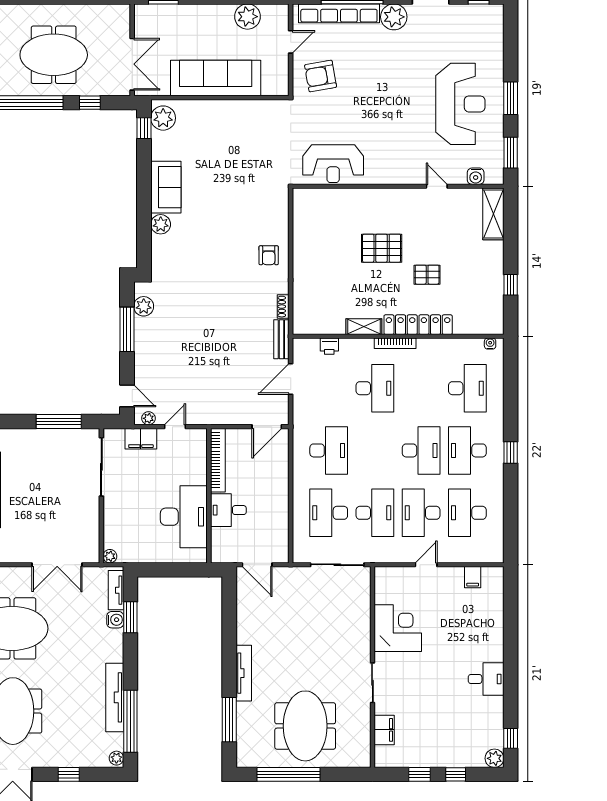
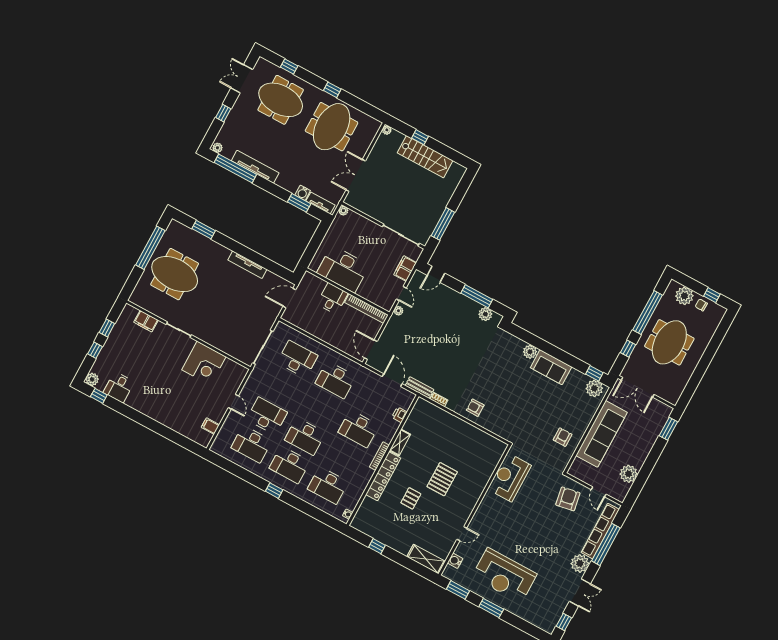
armchair: (246, 125) -> (563, 437), added
plant: (148, 418) -> (398, 311), moved
desk: (467, 450) -> (290, 465), turned 180
desk: (375, 513) -> (282, 387), removed
desk: (467, 513) -> (251, 444), turned 180
tv unit: (244, 673) -> (247, 265), moved
desk: (486, 679) -> (119, 387), moved
window: (229, 720) -> (204, 230), width x0.69

